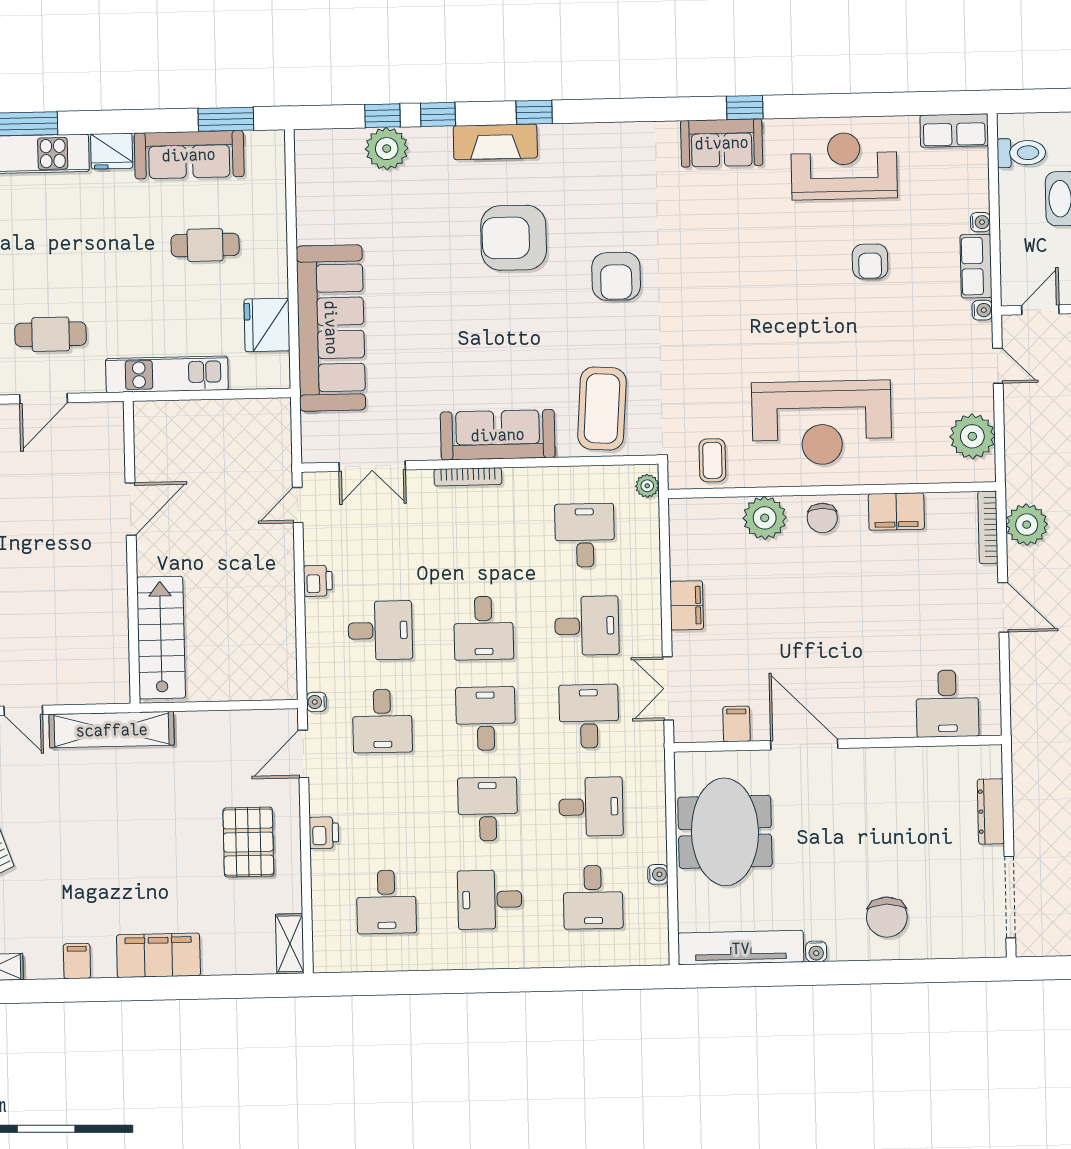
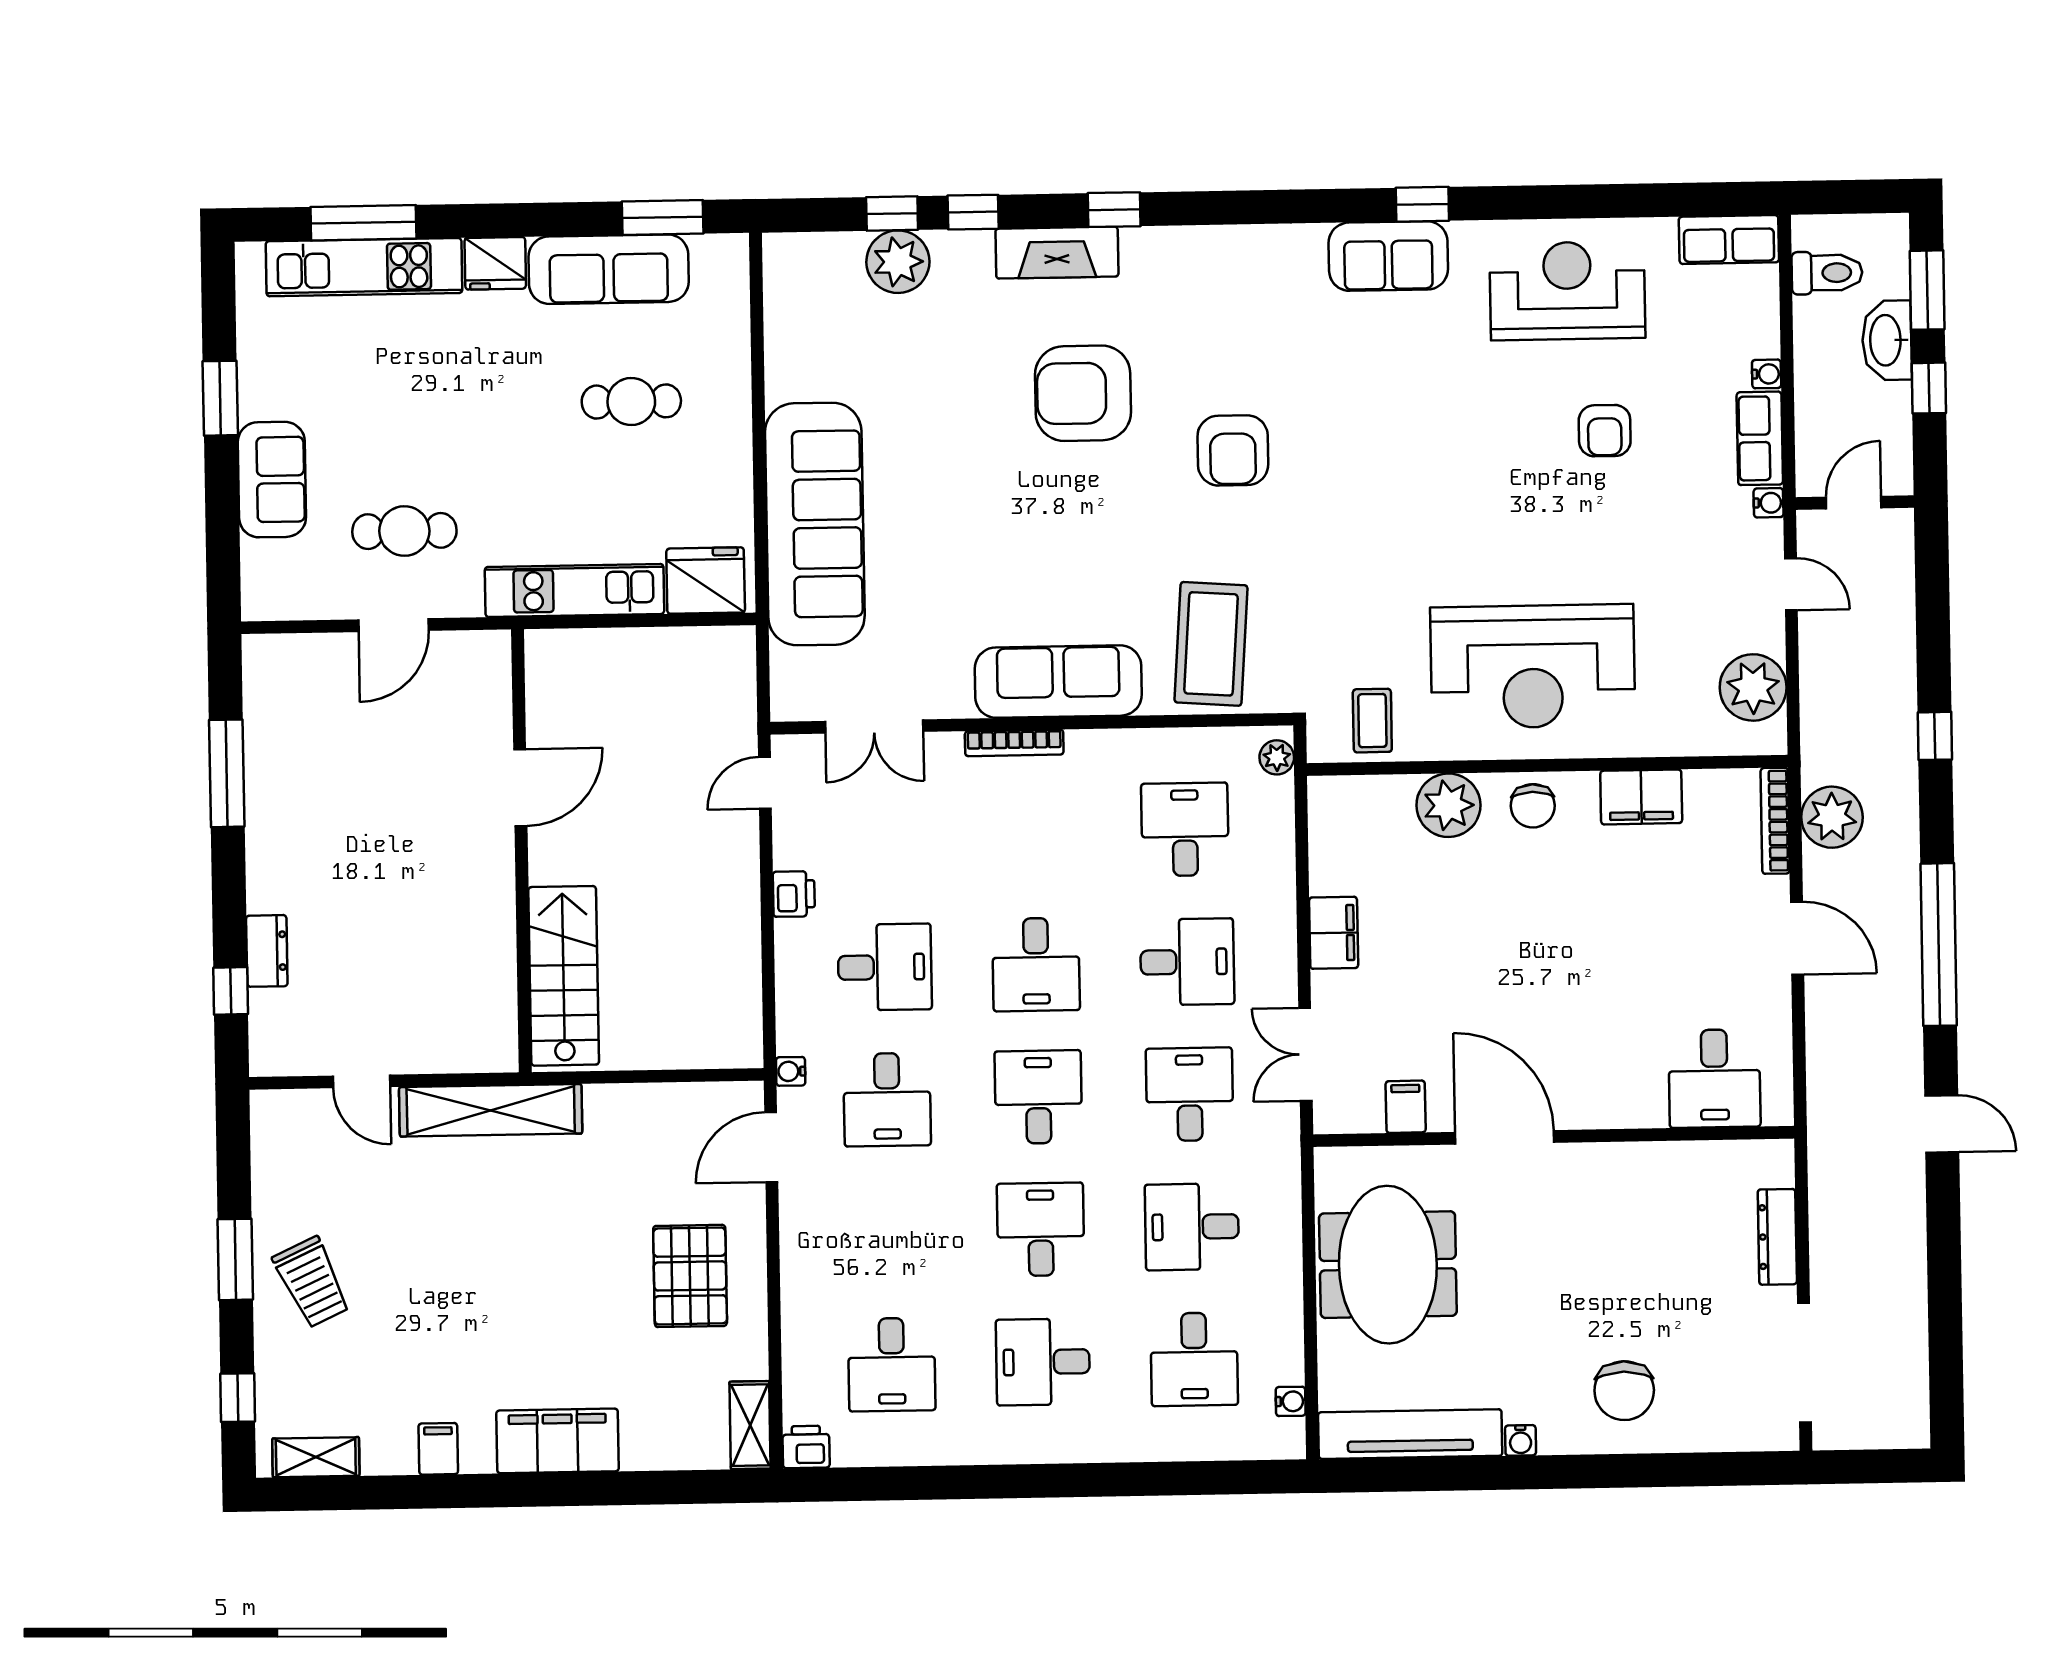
fridge: (267, 325) -> (706, 581), moved, turned 90
desk: (591, 807) -> (1192, 1227), turned 180
printer: (324, 833) -> (806, 1447), moved, turned -90
water cooler: (658, 874) -> (1291, 1401), moved

